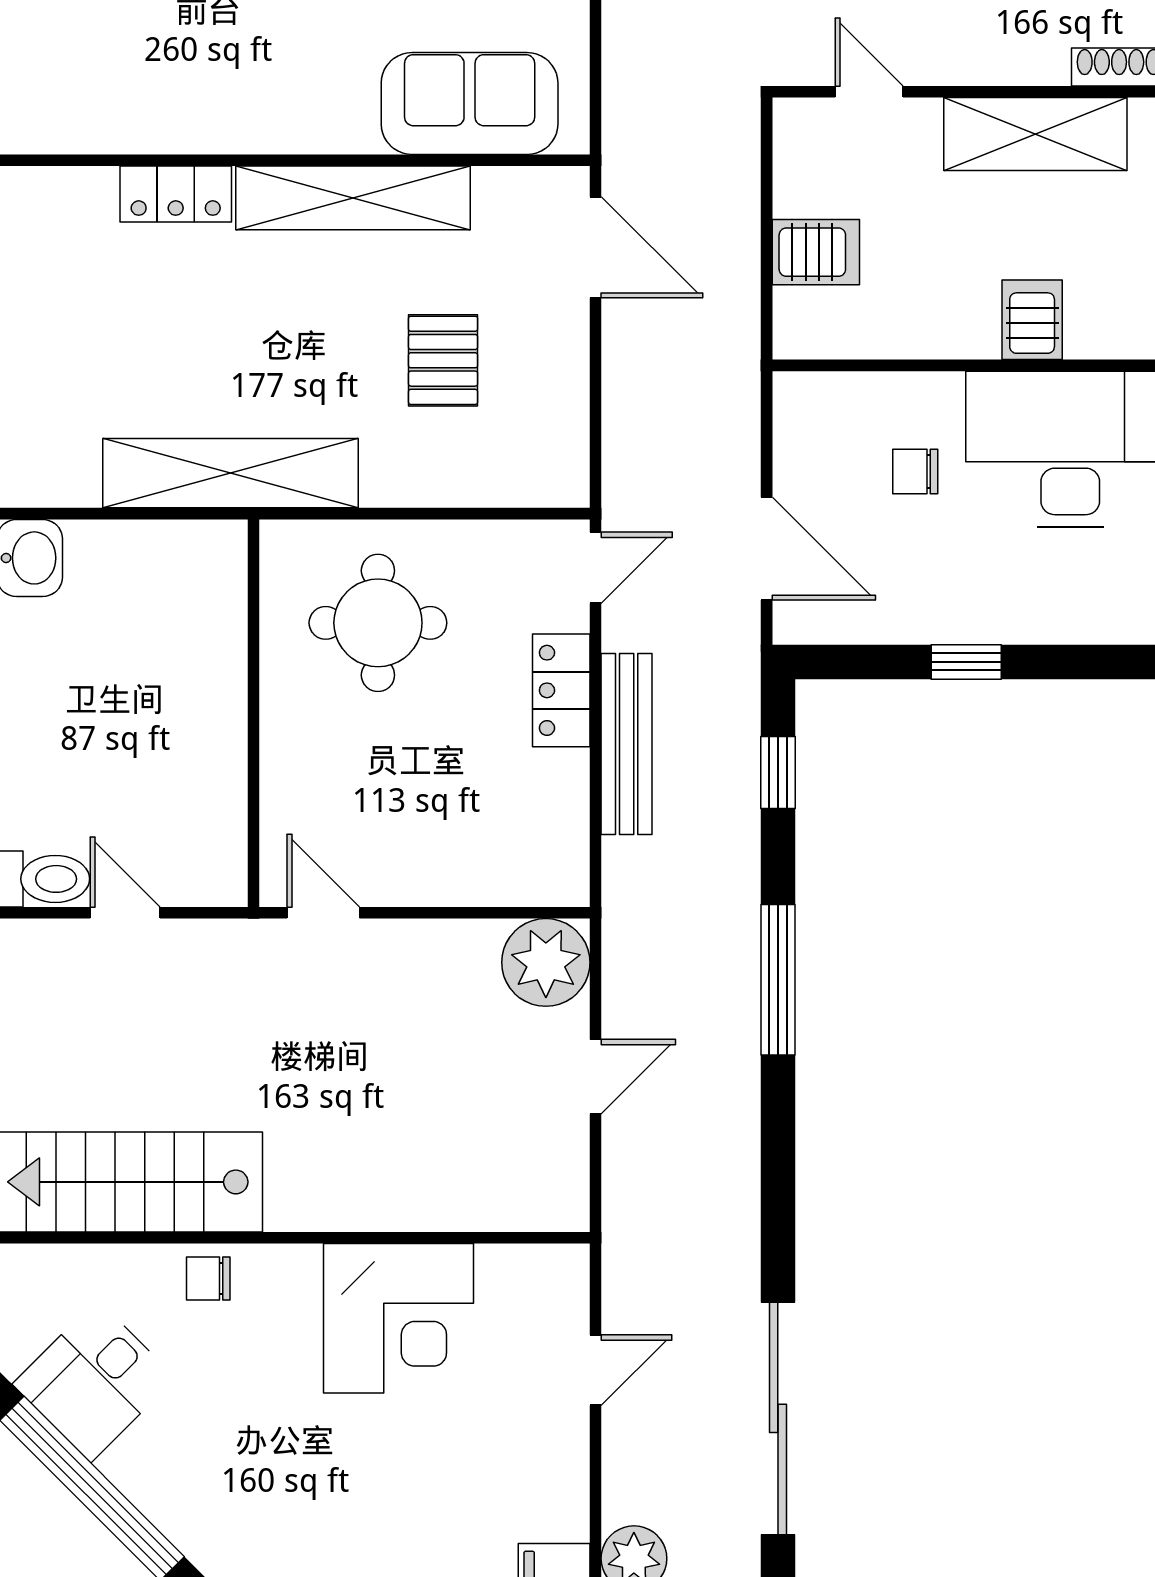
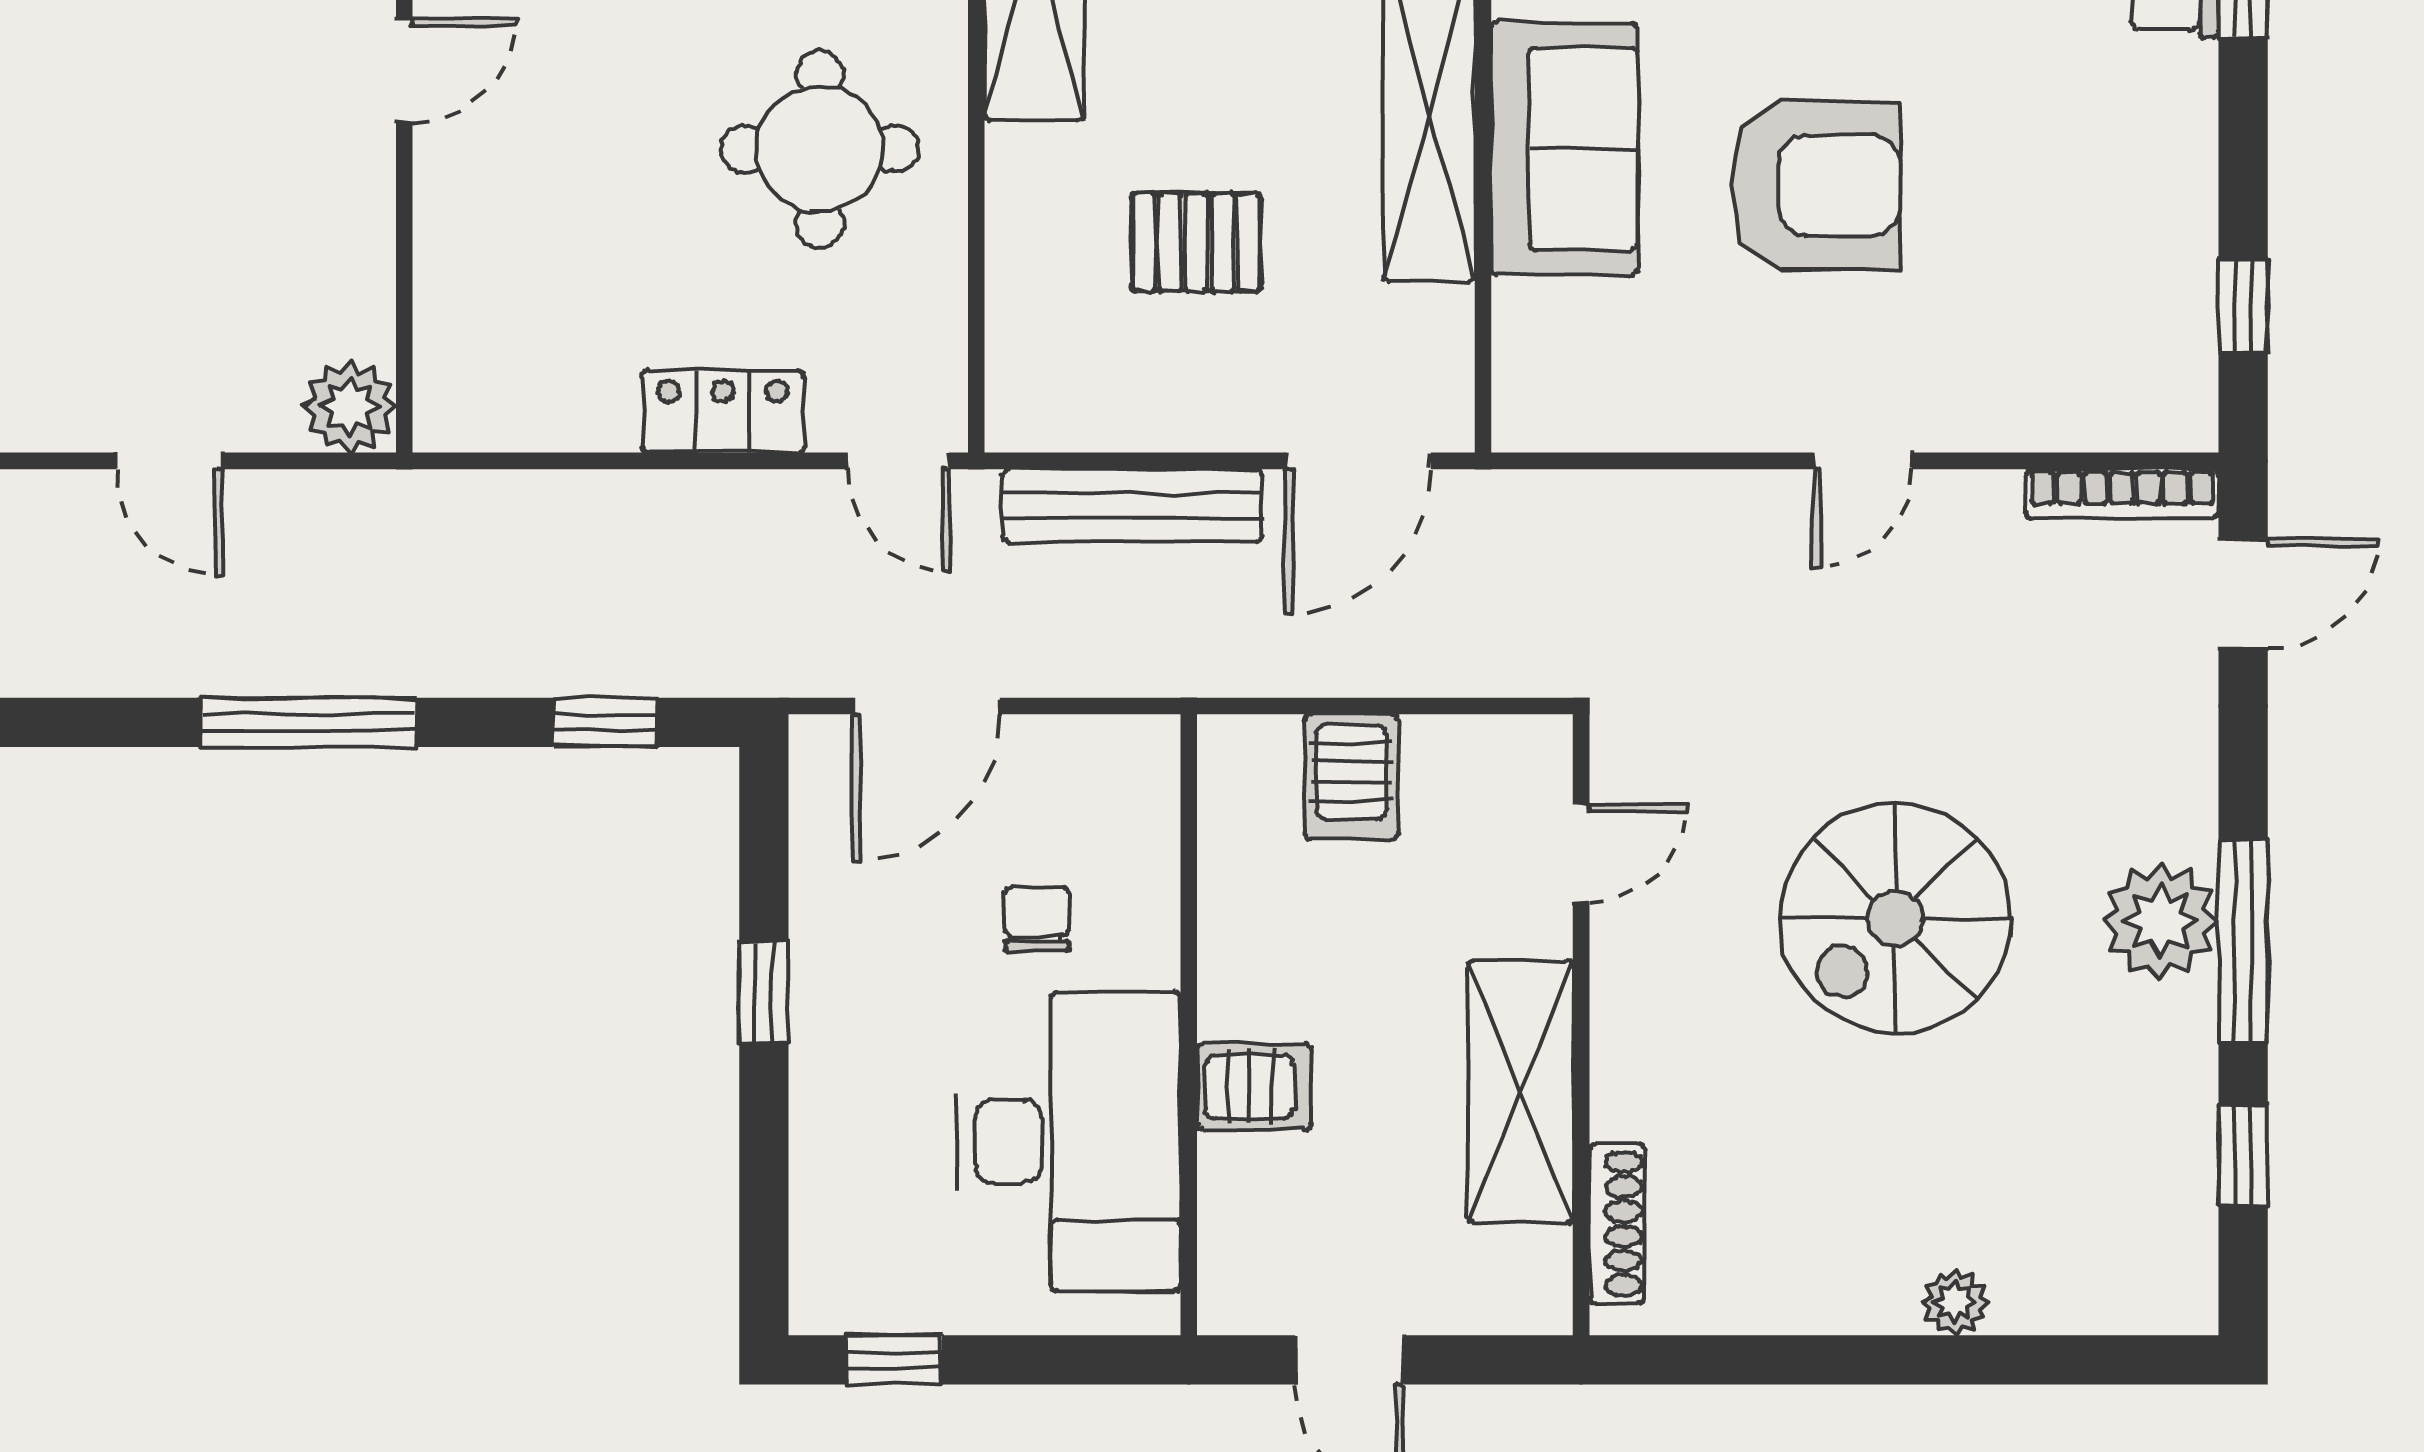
sofa: (470, 103) -> (1564, 149), moved
bench: (627, 744) -> (1132, 505), moved
plant: (546, 962) -> (350, 406), width x0.73, depth x0.73

